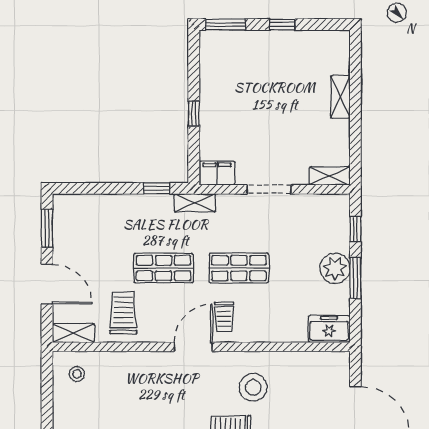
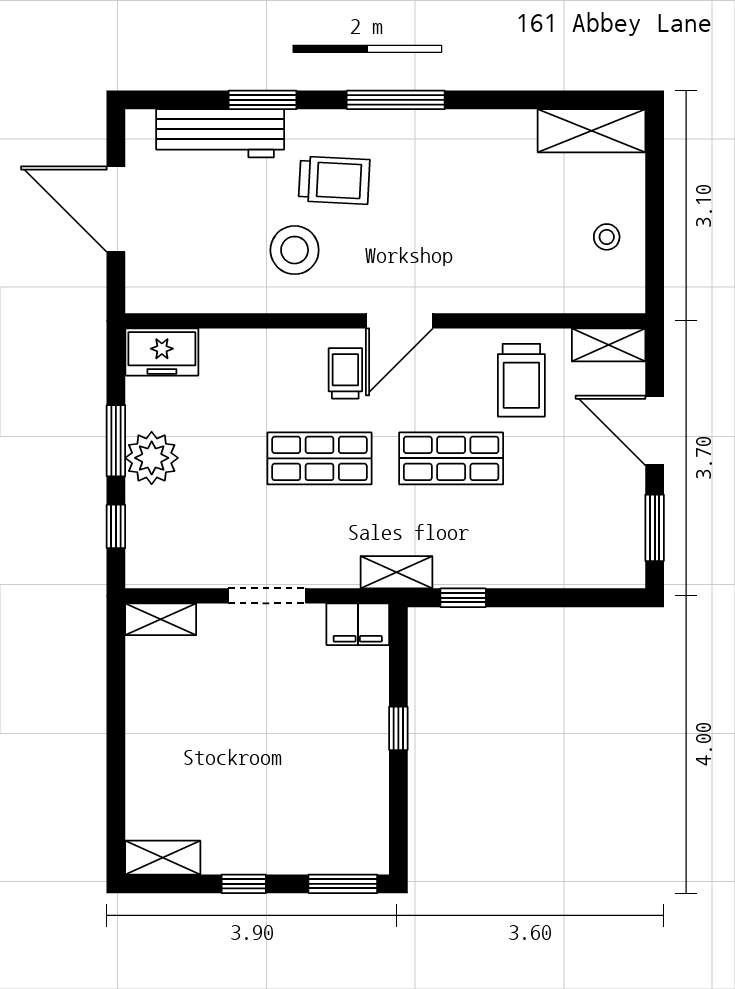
shelving: (340, 97) -> (163, 858), moved, turned 90
stool: (77, 374) -> (607, 237), moved

